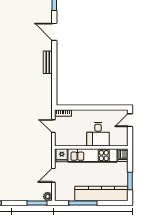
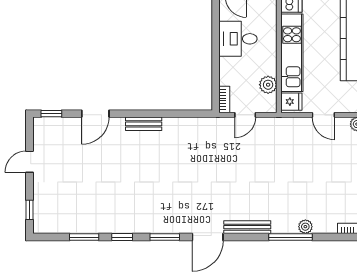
desk: (98, 134) -> (238, 39), moved, turned 180
plant: (72, 141) -> (268, 85), added

